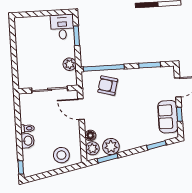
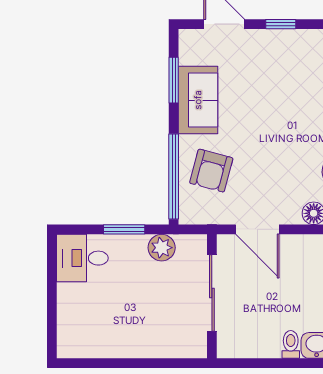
window: (77, 36) -> (124, 229), moved
door: (81, 109) -> (257, 229), hinge flipped
sofa: (168, 117) -> (198, 100), moved, turned -90

